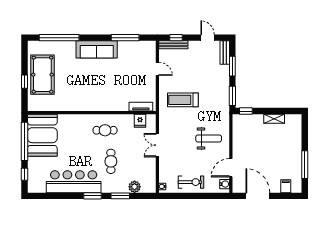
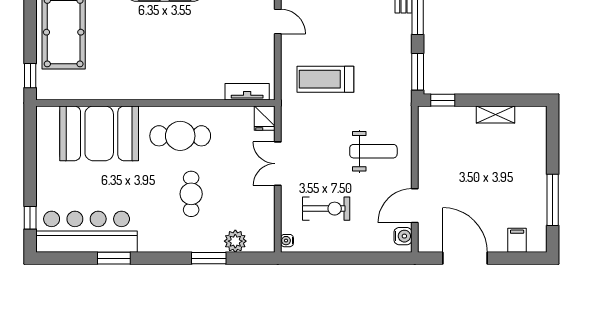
window: (24, 82) -> (30, 76), moved
fridge: (140, 121) -> (265, 118), moved
cafe table: (105, 130) -> (180, 136), width x1.37, depth x1.35
booth: (42, 135) -> (99, 133), moved, turned 90
window: (24, 141) -> (30, 157), removed
bar counter: (74, 182) -> (87, 232), moved
exercise bike: (191, 182) -> (326, 209), moved
window: (93, 196) -> (114, 258), moved

